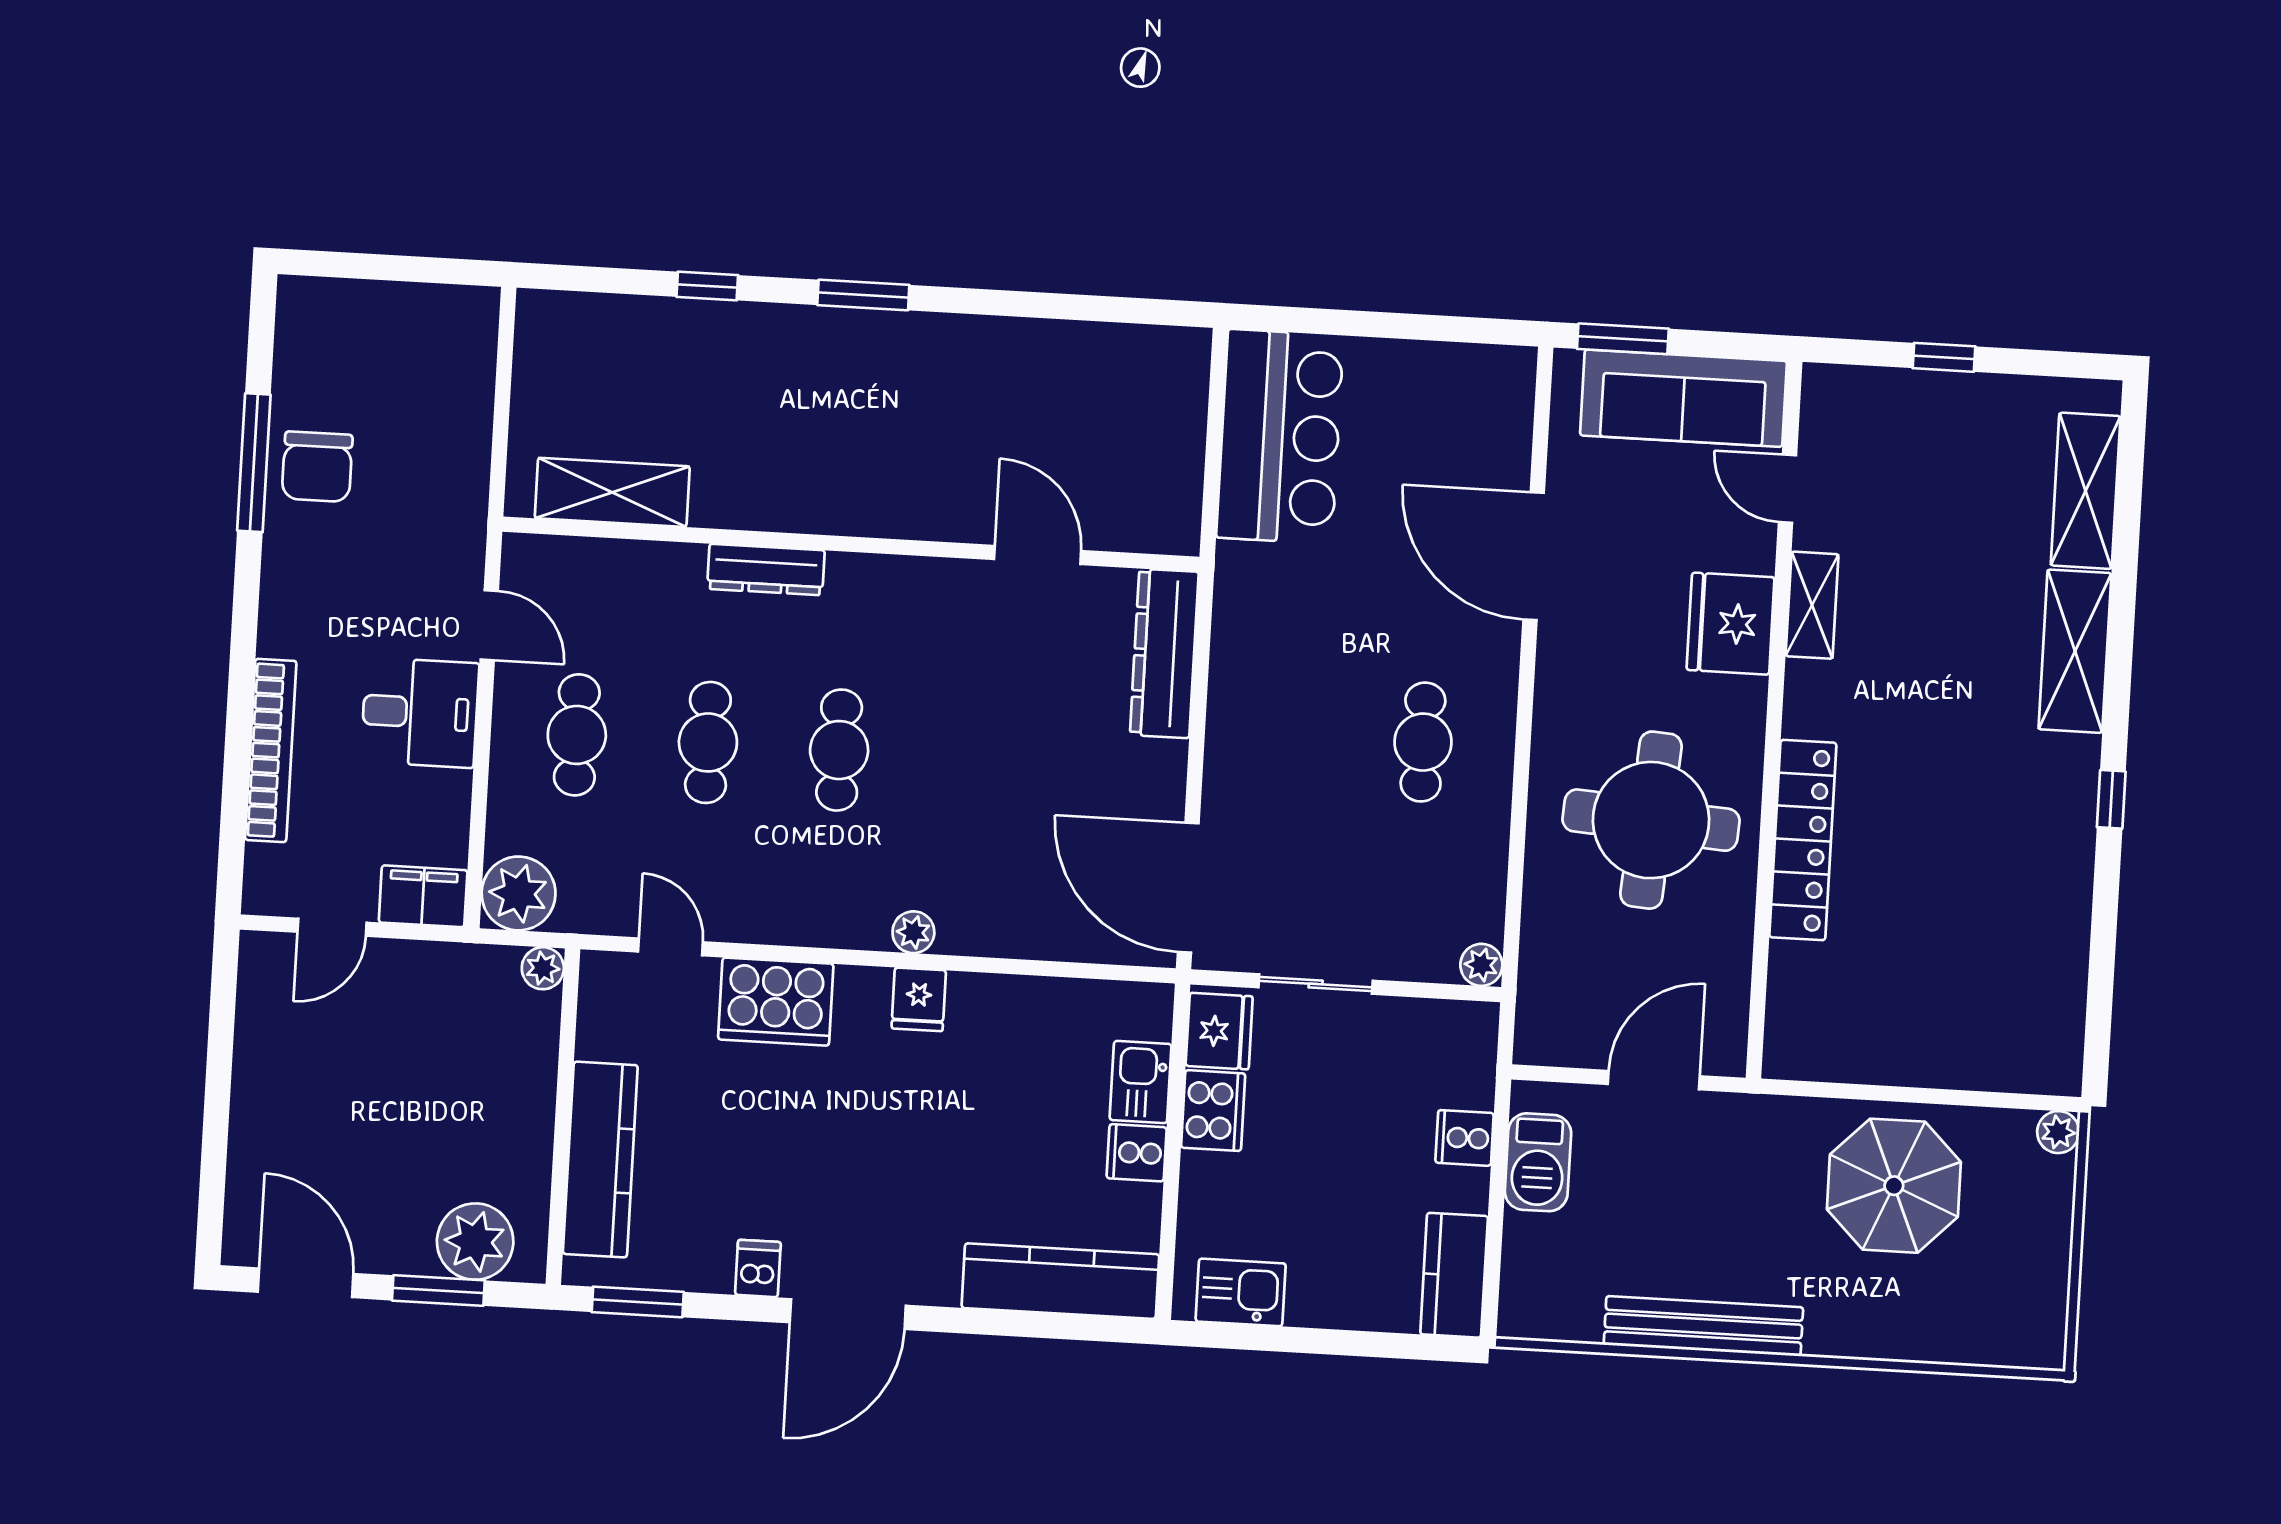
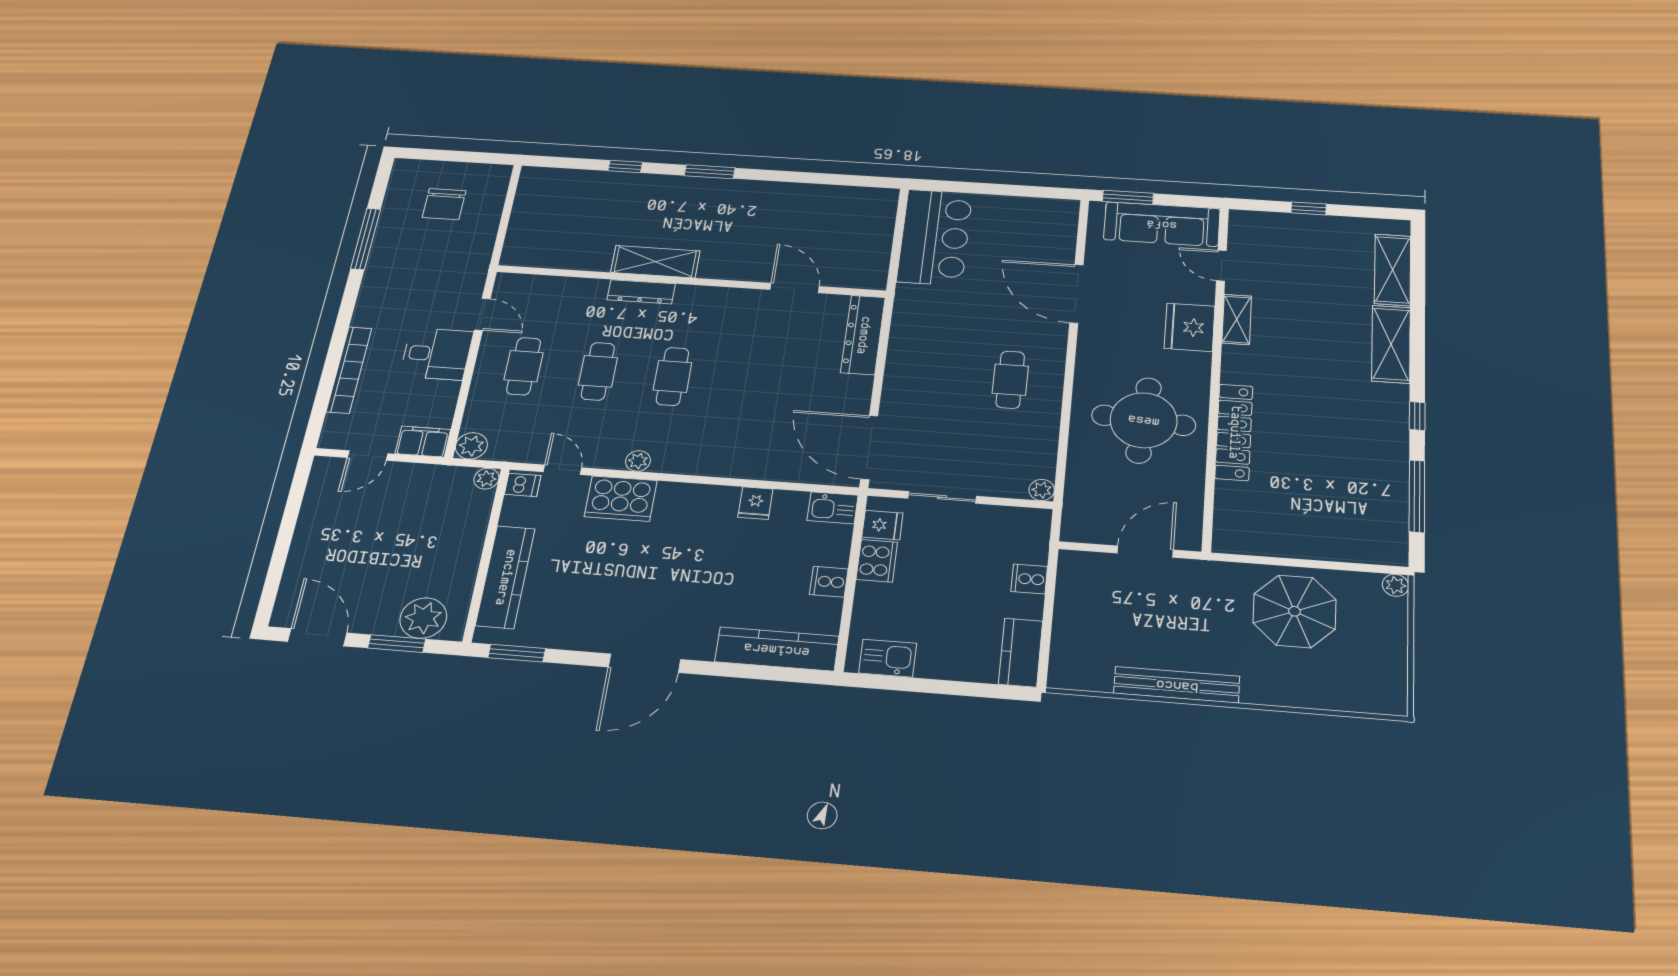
chair: (317, 467) -> (444, 204), moved
shelving: (612, 492) -> (655, 262), moved
plant: (519, 893) -> (471, 446), width x0.73, depth x0.73
plant: (913, 932) -> (638, 461), moved
window: (2102, 960) -> (1417, 496), added
fridge: (919, 999) -> (755, 503), moved
fridge: (1219, 1031) -> (882, 525), width x0.72
kitchen sink: (1141, 1082) -> (833, 508), moved, turned -90
barbecue: (1538, 1162) -> (1074, 593), removed
dishwasher: (758, 1268) -> (523, 485), moved, turned 90

